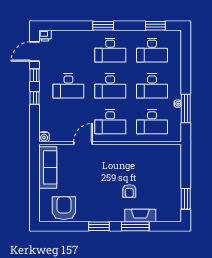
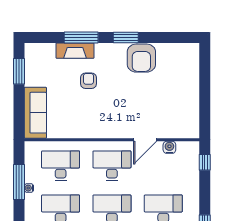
window: (35, 98) -> (205, 162), moved
water cooler: (44, 137) -> (169, 147), moved
sofa: (48, 167) -> (35, 113), moved, turned 180
armchair: (64, 208) -> (141, 58), moved

